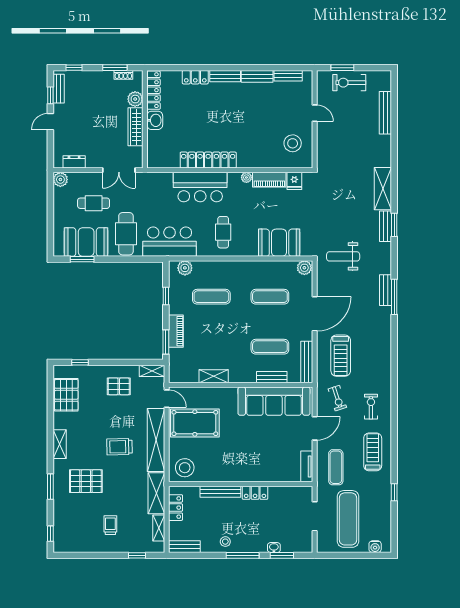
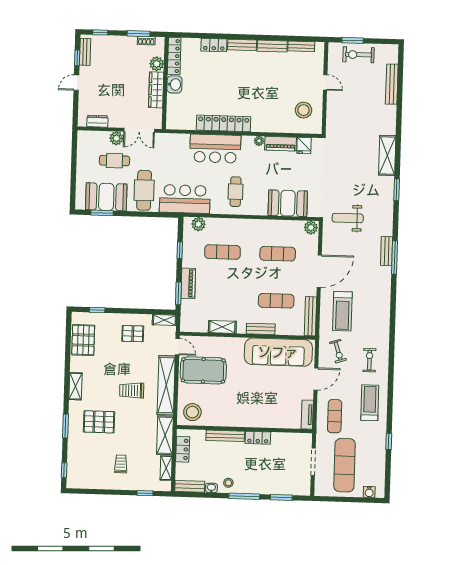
plant: (60, 180) -> (116, 138), moved
bench: (386, 226) -> (389, 191), removed
bench: (272, 377) -> (261, 329), moved
washbasin: (274, 548) -> (211, 488), moved

